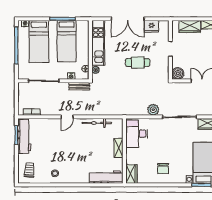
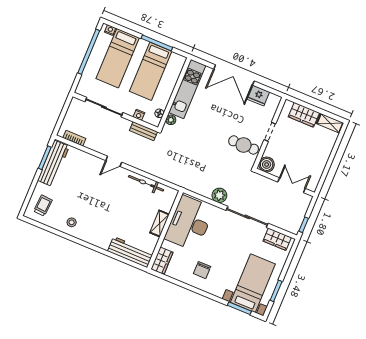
cafe table: (138, 63) -> (244, 145), moved
desk: (137, 134) -> (189, 223), width x1.36, depth x1.30

